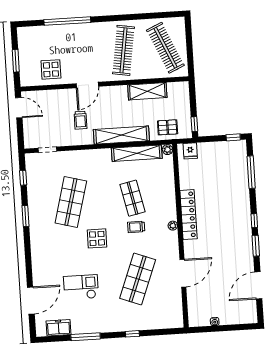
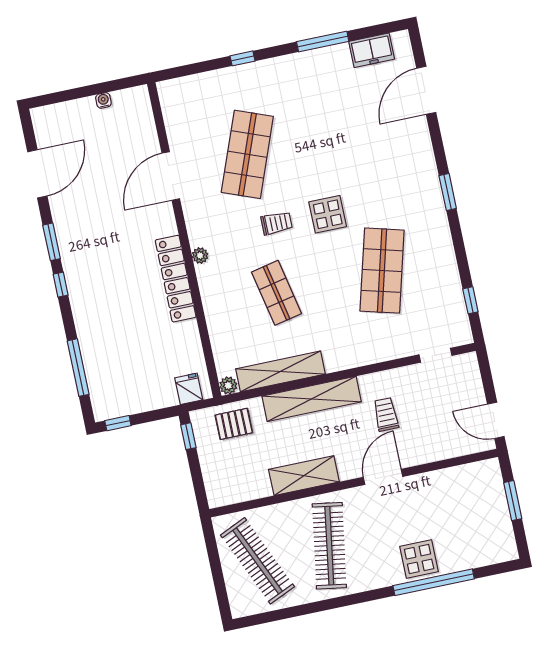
display table: (51, 69) -> (419, 559), moved
shelving: (147, 91) -> (304, 476), moved
window: (26, 216) -> (448, 192), moved
trolley: (136, 227) -> (277, 223), moved
checkout: (81, 287) -> (343, 126), removed

